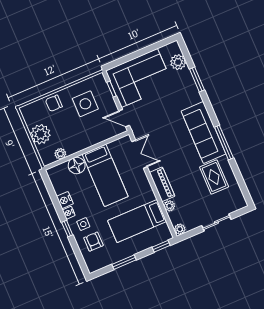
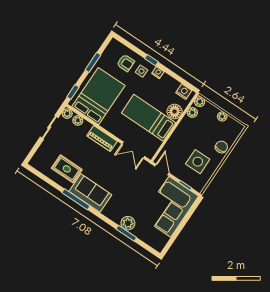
plant: (178, 62) -> (128, 223), moved
door: (124, 118) -> (162, 170), hinge flipped
sofa: (203, 133) -> (90, 193), width x0.73
plant: (41, 134) -> (222, 116), width x0.53, depth x0.53
plant: (47, 160) -> (200, 102), added
nightstand: (65, 200) -> (184, 92), moved
plant: (169, 206) -> (78, 120), moved
bed: (137, 221) -> (98, 96), width x1.50
sliding door: (216, 222) -> (49, 127), moved

